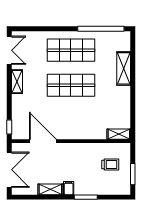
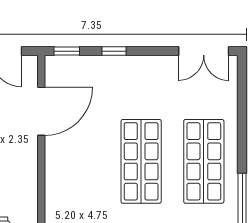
shelving: (17, 82) -> (148, 65), removed
window: (9, 100) -> (114, 51), added

